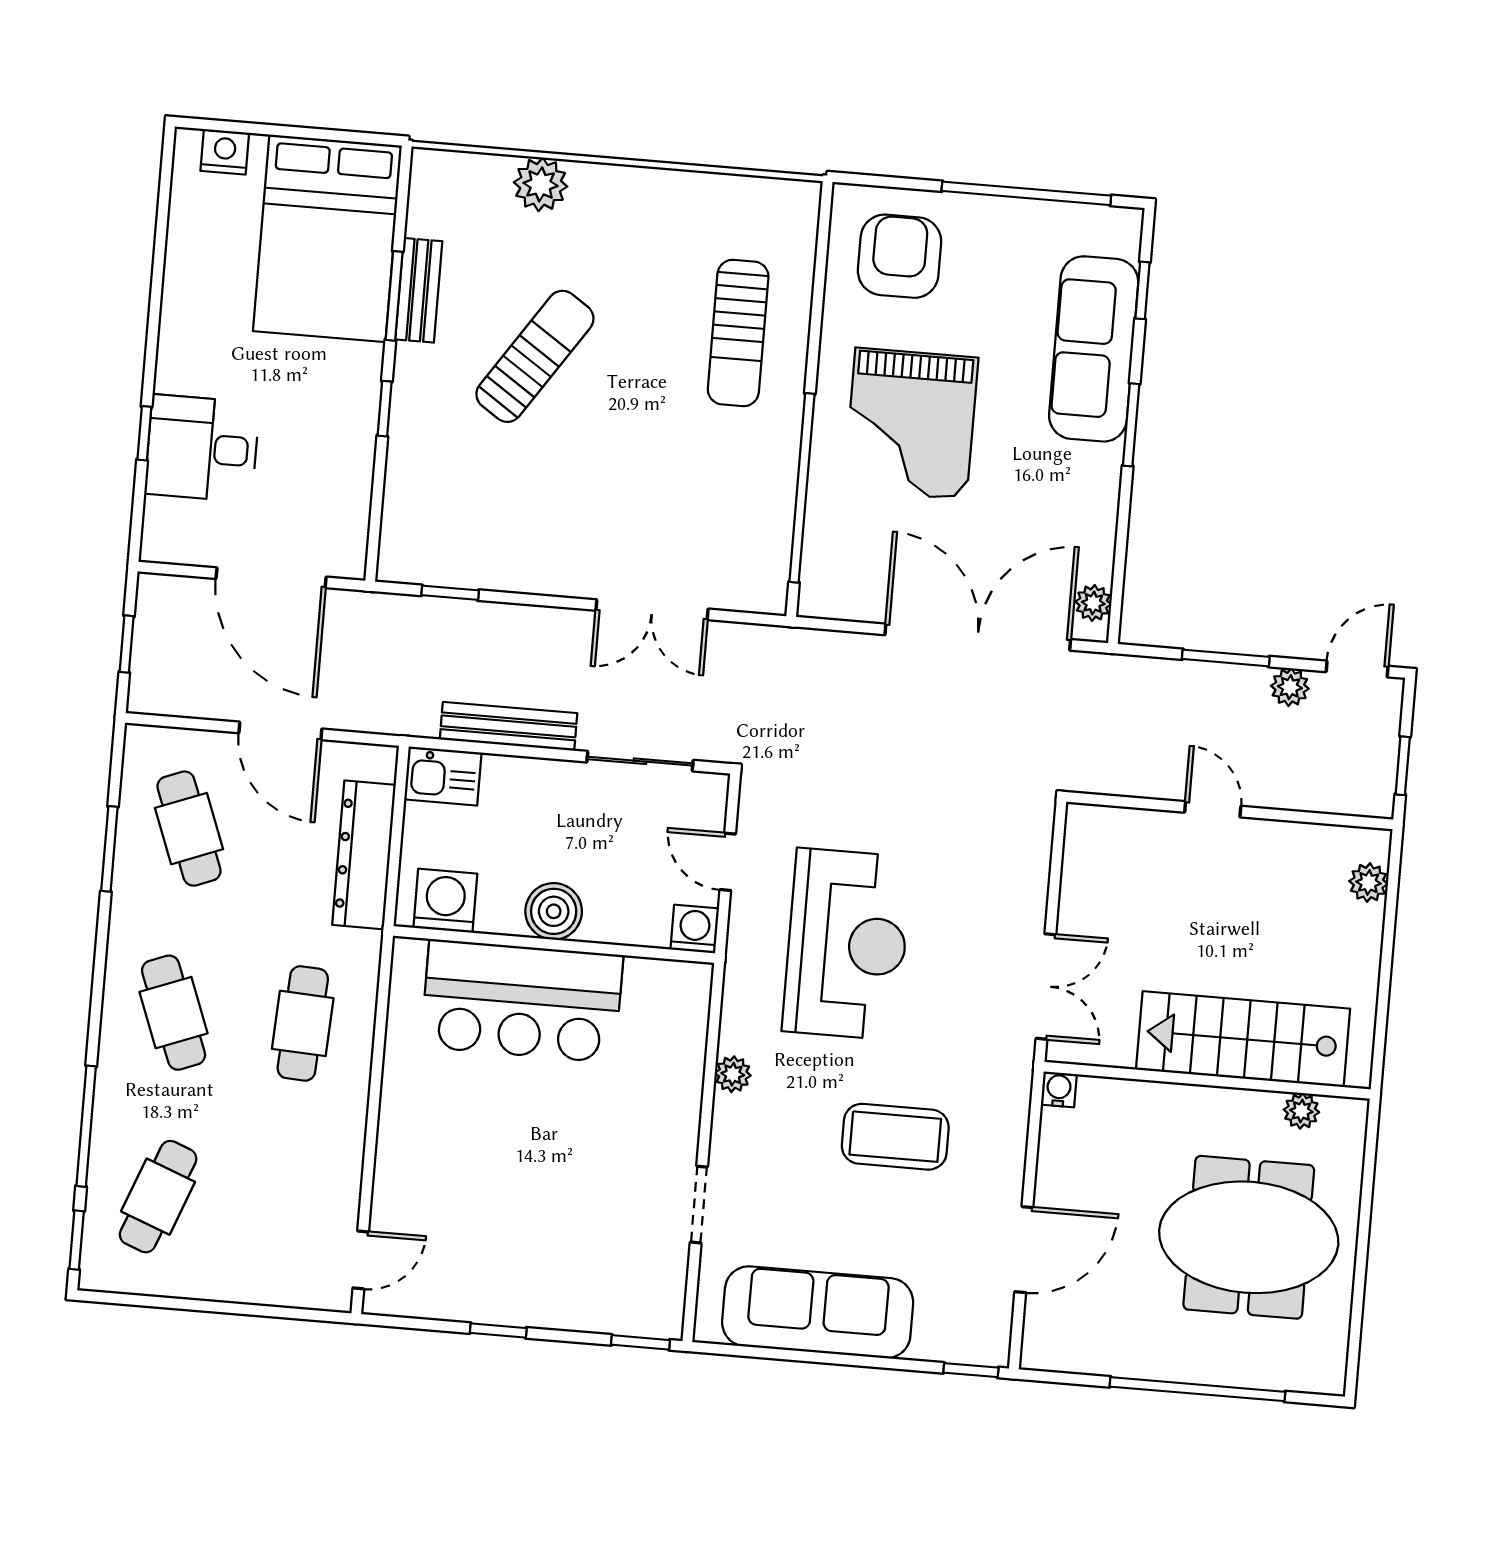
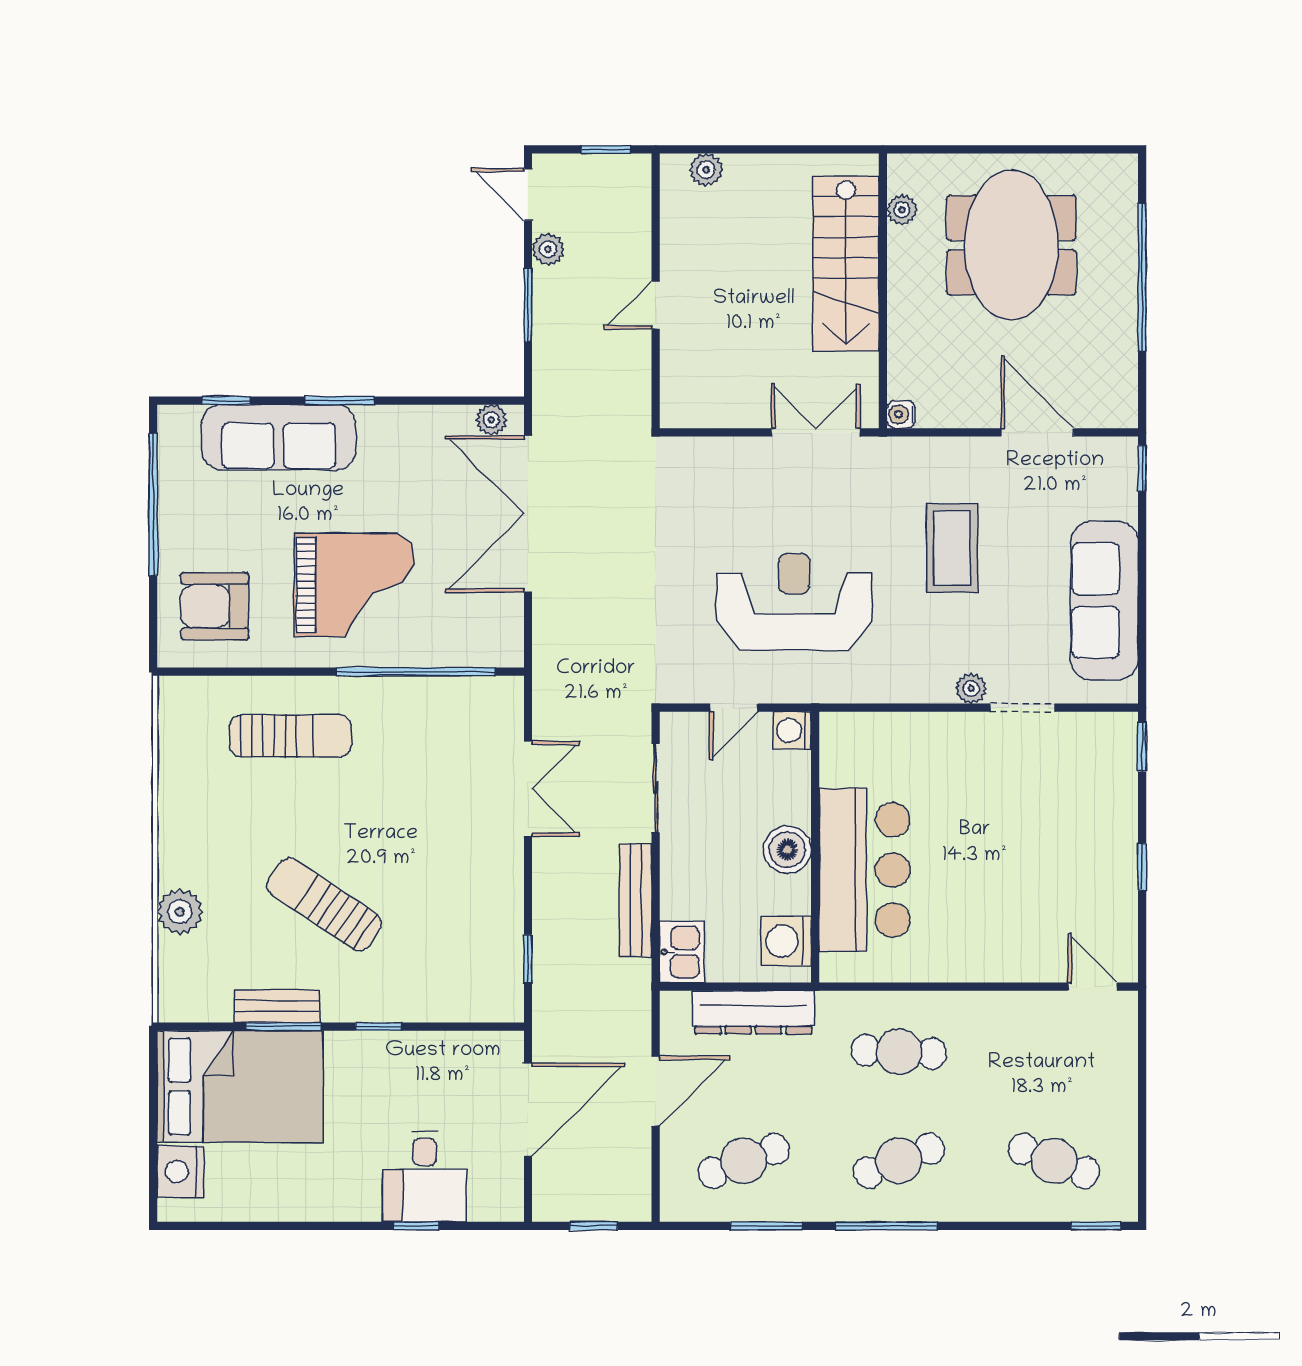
nightstand: (225, 152) -> (180, 1172), width x1.36, depth x1.33
plant: (733, 1074) -> (971, 688), moved
window: (86, 1126) -> (887, 1226), moved

